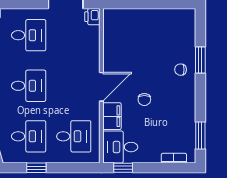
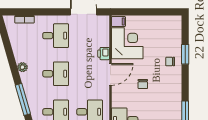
printer: (92, 17) -> (104, 54), moved
corner desk: (124, 45) -> (127, 43), added
filing cabinet: (112, 116) -> (118, 22), moved, width x0.50

